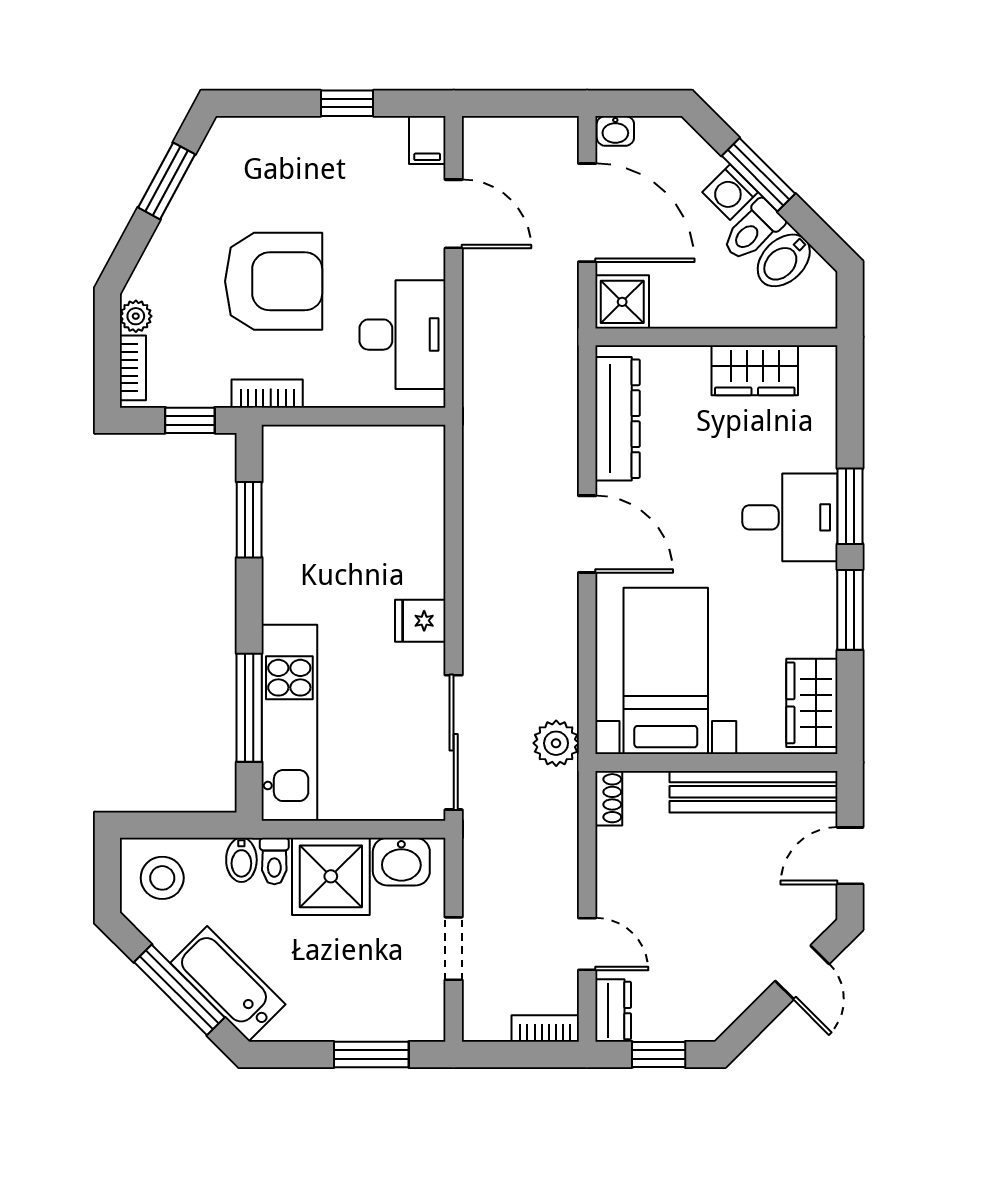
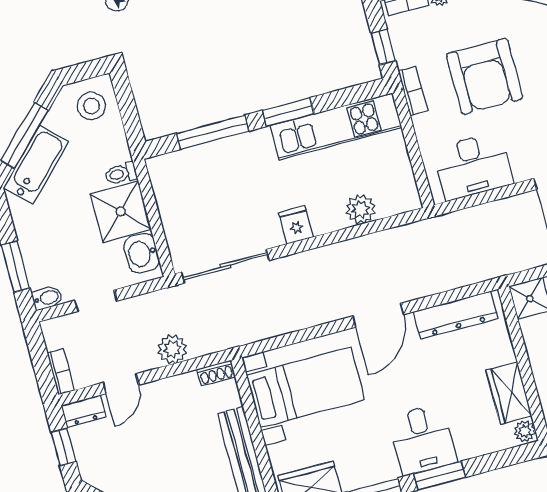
plant: (818, 362) -> (525, 431), added
plant: (422, 518) -> (361, 209), added
window: (249, 520) -> (288, 112), moved
kitchen unit: (289, 723) -> (336, 126), moved
plant: (556, 743) -> (172, 349), moved
bidet: (241, 860) -> (47, 298), moved, turned 180

